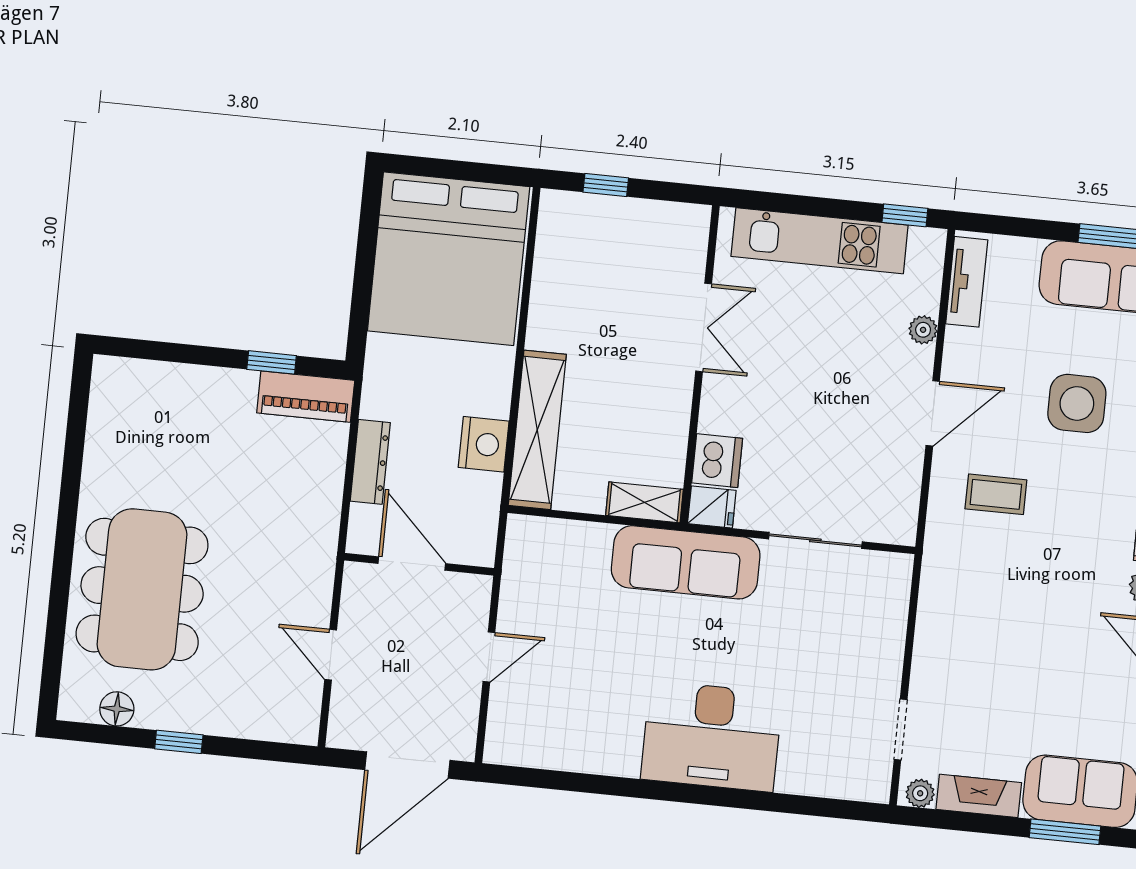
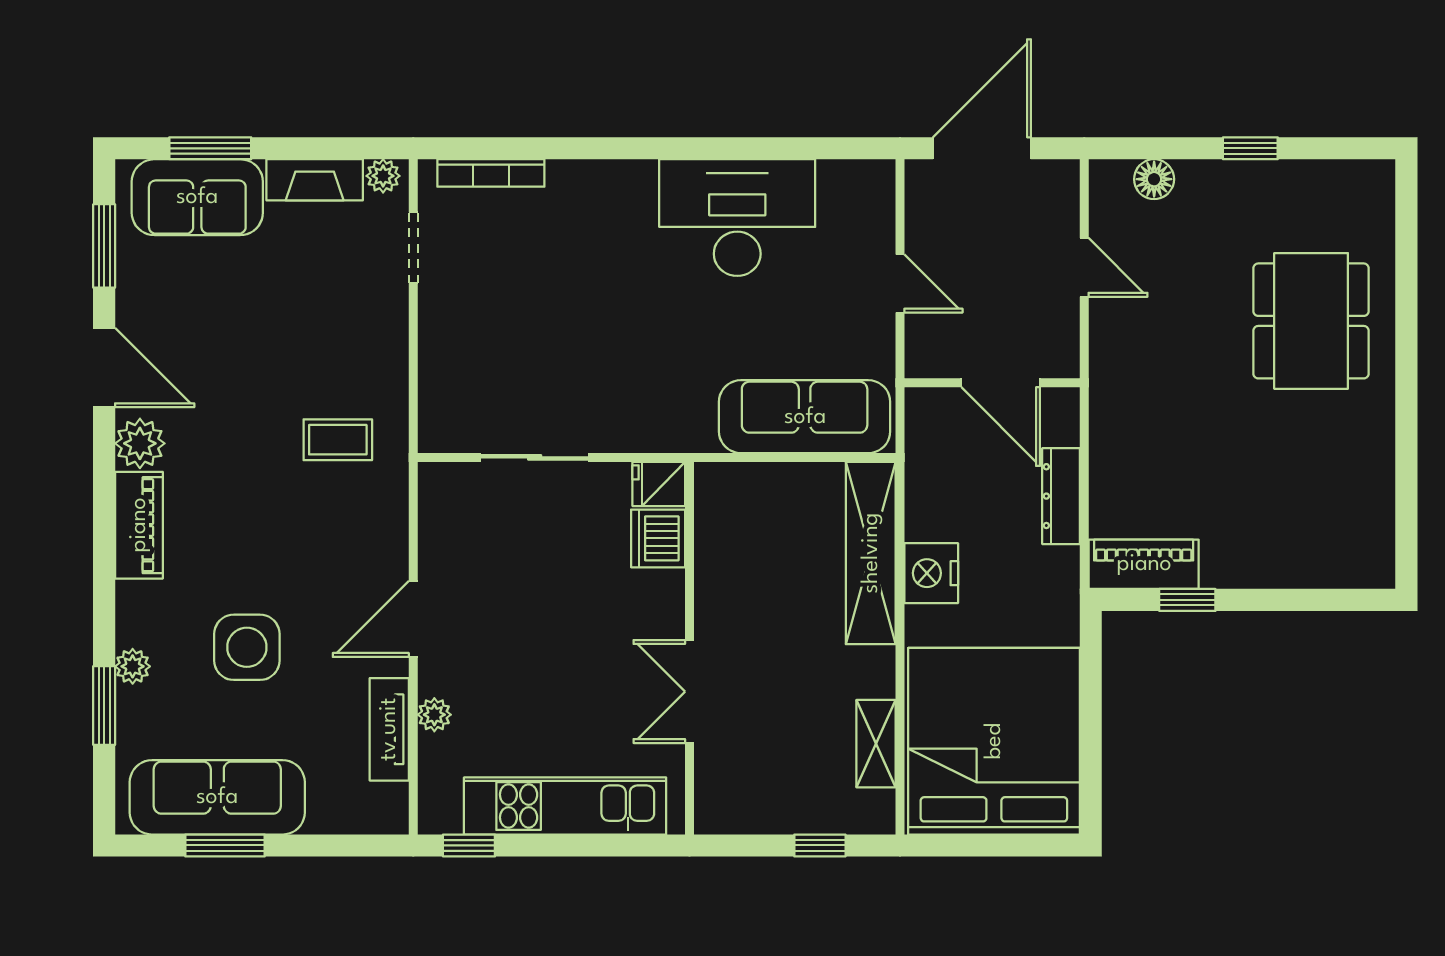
tv unit: (967, 282) -> (389, 729), moved
nightstand: (484, 444) -> (931, 573), moved
coffee table: (996, 494) -> (338, 440), moved
shelving: (644, 502) -> (876, 744), moved, turned 90
sofa: (686, 562) -> (805, 417), moved
dining table: (142, 589) -> (1311, 321), width x0.73, depth x0.80
door: (489, 657) -> (900, 283), swing flipped
floor lamp: (117, 709) -> (1154, 179), moved
desk: (712, 736) -> (737, 218), moved
bookcase: (828, 787) -> (491, 173), added

